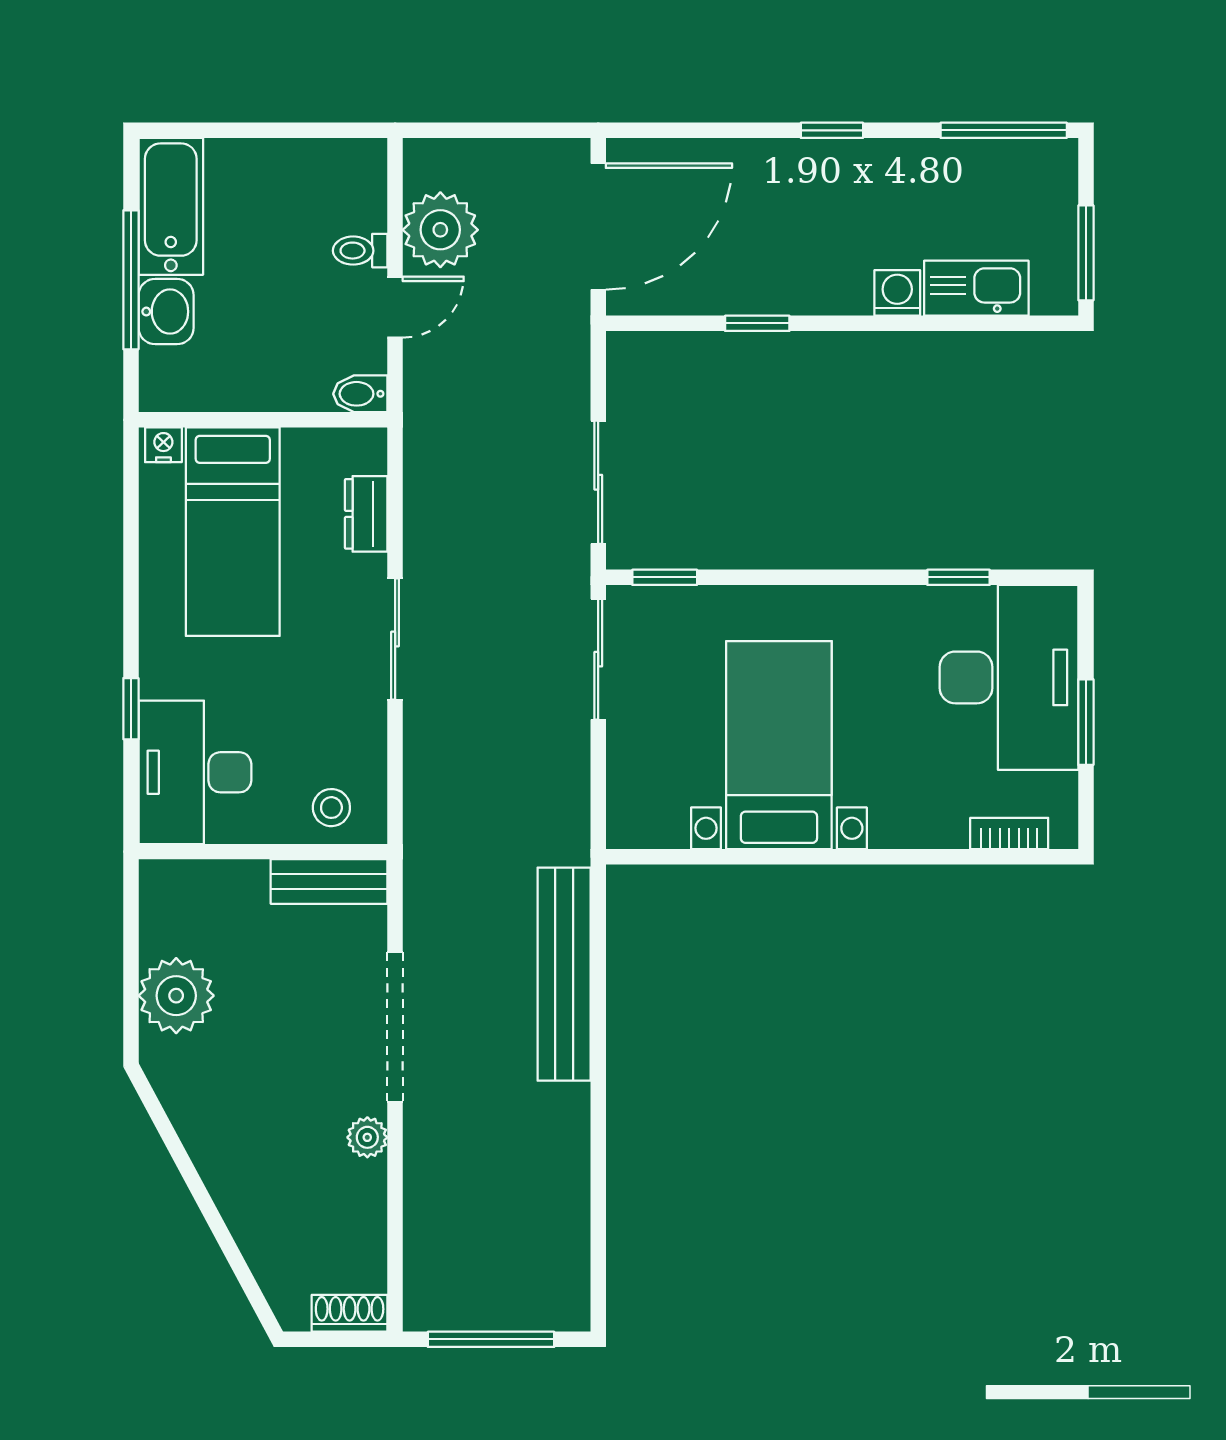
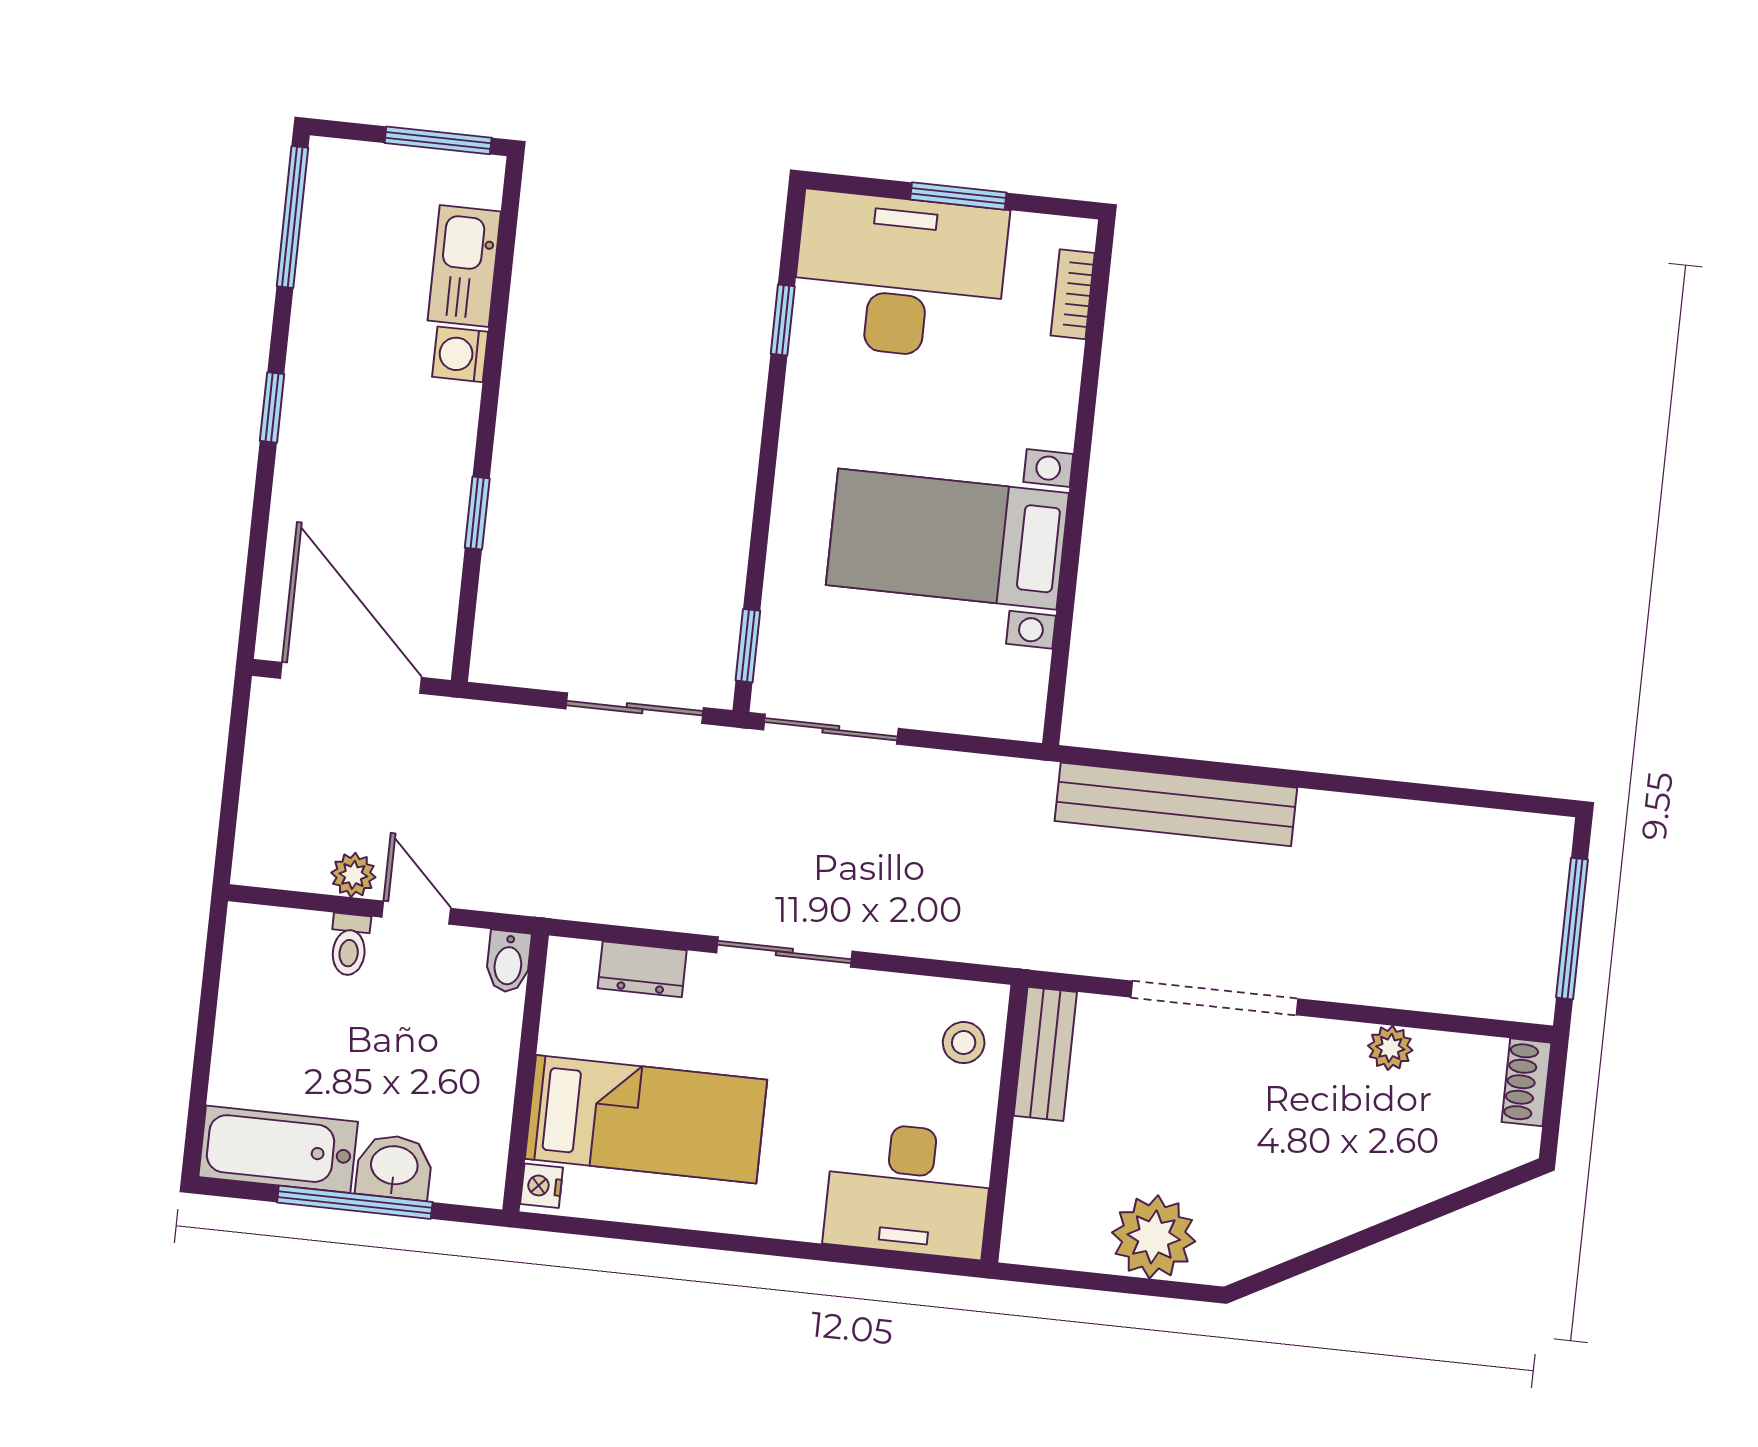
plant: (440, 230) -> (353, 875), width x0.53, depth x0.53
window: (131, 709) -> (830, 1253), removed
plant: (367, 1137) -> (1390, 1048), moved

